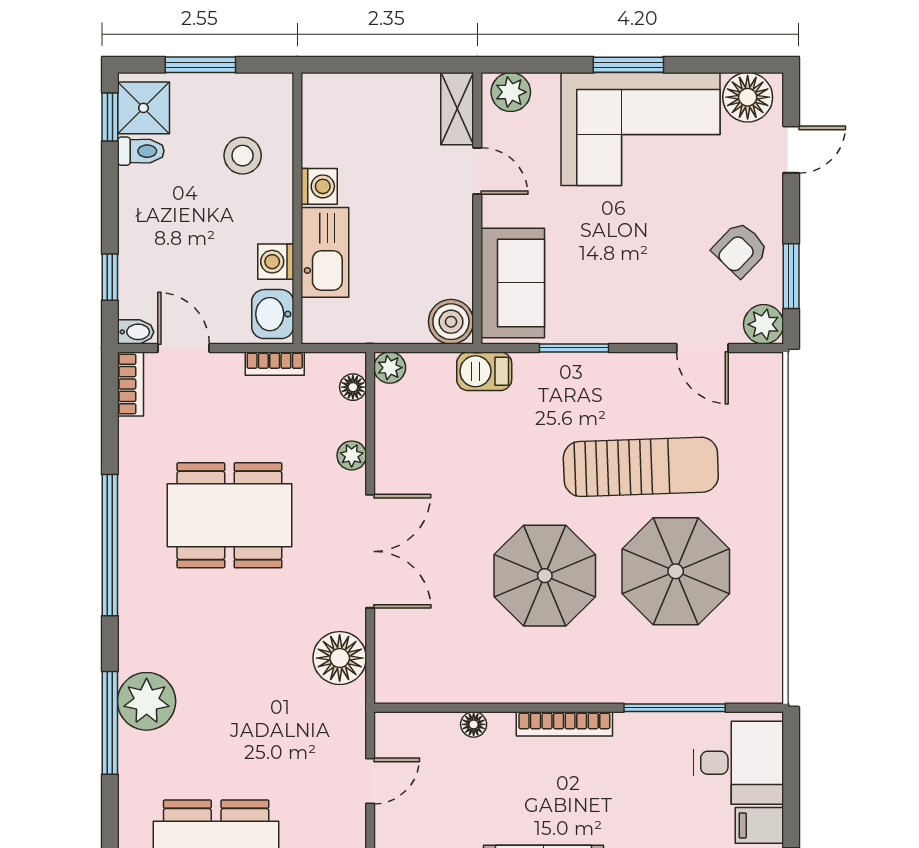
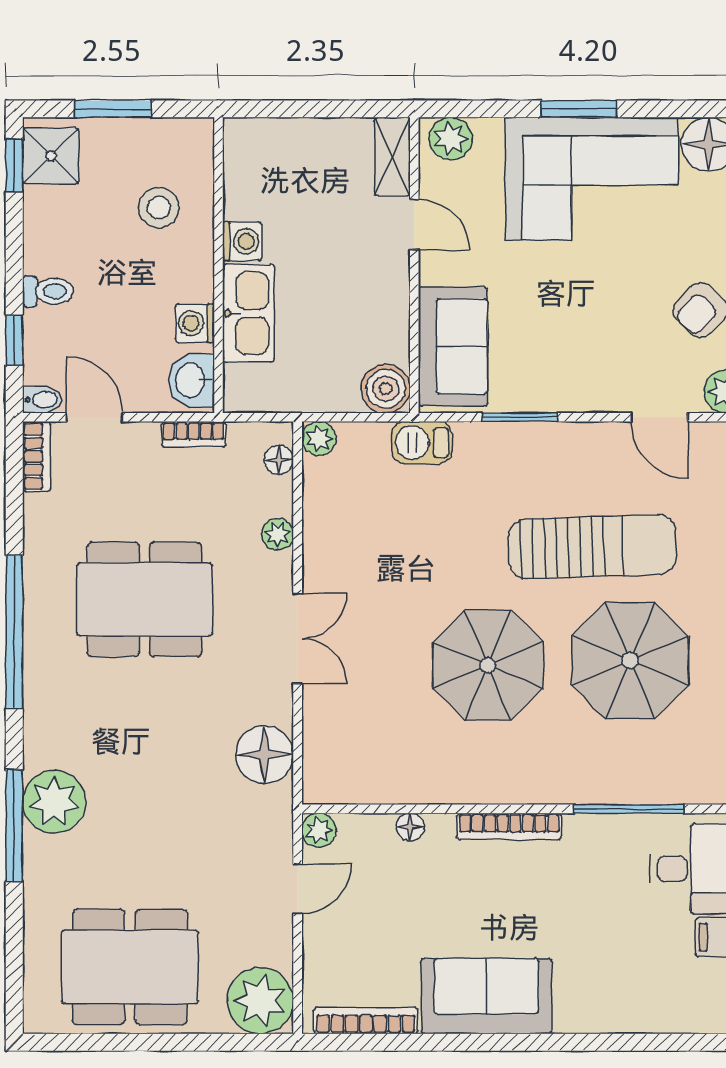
toilet: (141, 151) -> (48, 291), moved
double door: (370, 551) -> (298, 639), width x0.73
plant: (390, 727) -> (319, 830), added

